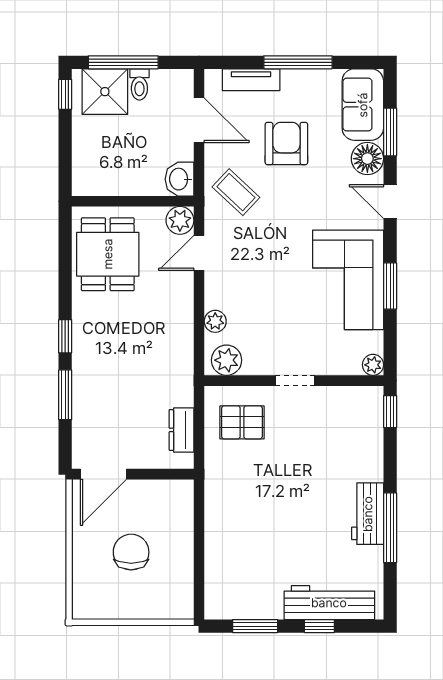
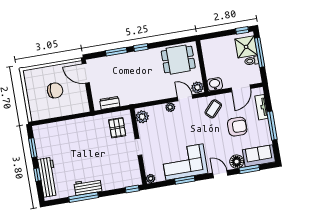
door: (390, 202) -> (220, 174), hinge flipped
plant: (215, 321) -> (170, 107), moved

